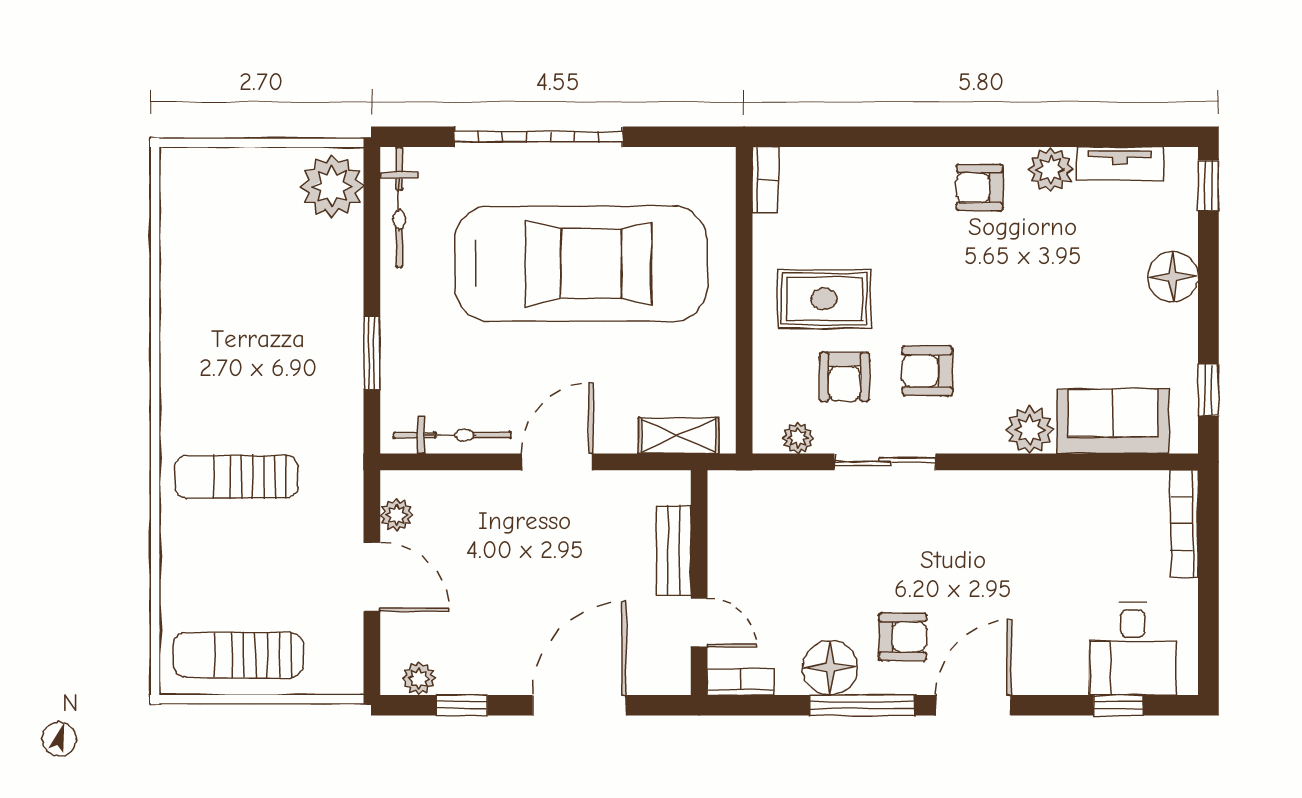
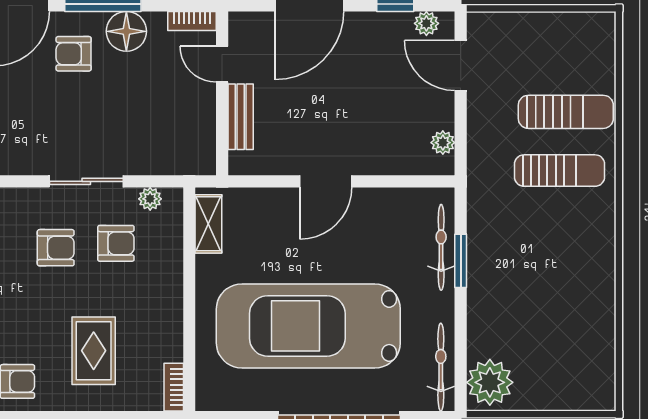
rug: (824, 299) -> (94, 351), moved, turned 90
armchair: (845, 377) -> (116, 243), turned 90
bicycle: (452, 435) -> (441, 247), moved, turned 90
shelving: (679, 436) -> (208, 224), moved, turned 90
door: (372, 577) -> (461, 66), moved
sun lounger: (238, 655) -> (566, 112), moved

